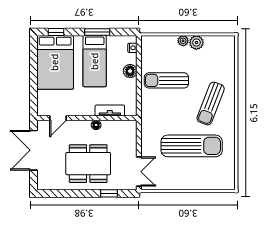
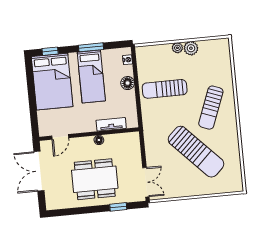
sun lounger: (192, 146) -> (196, 152), turned 46

